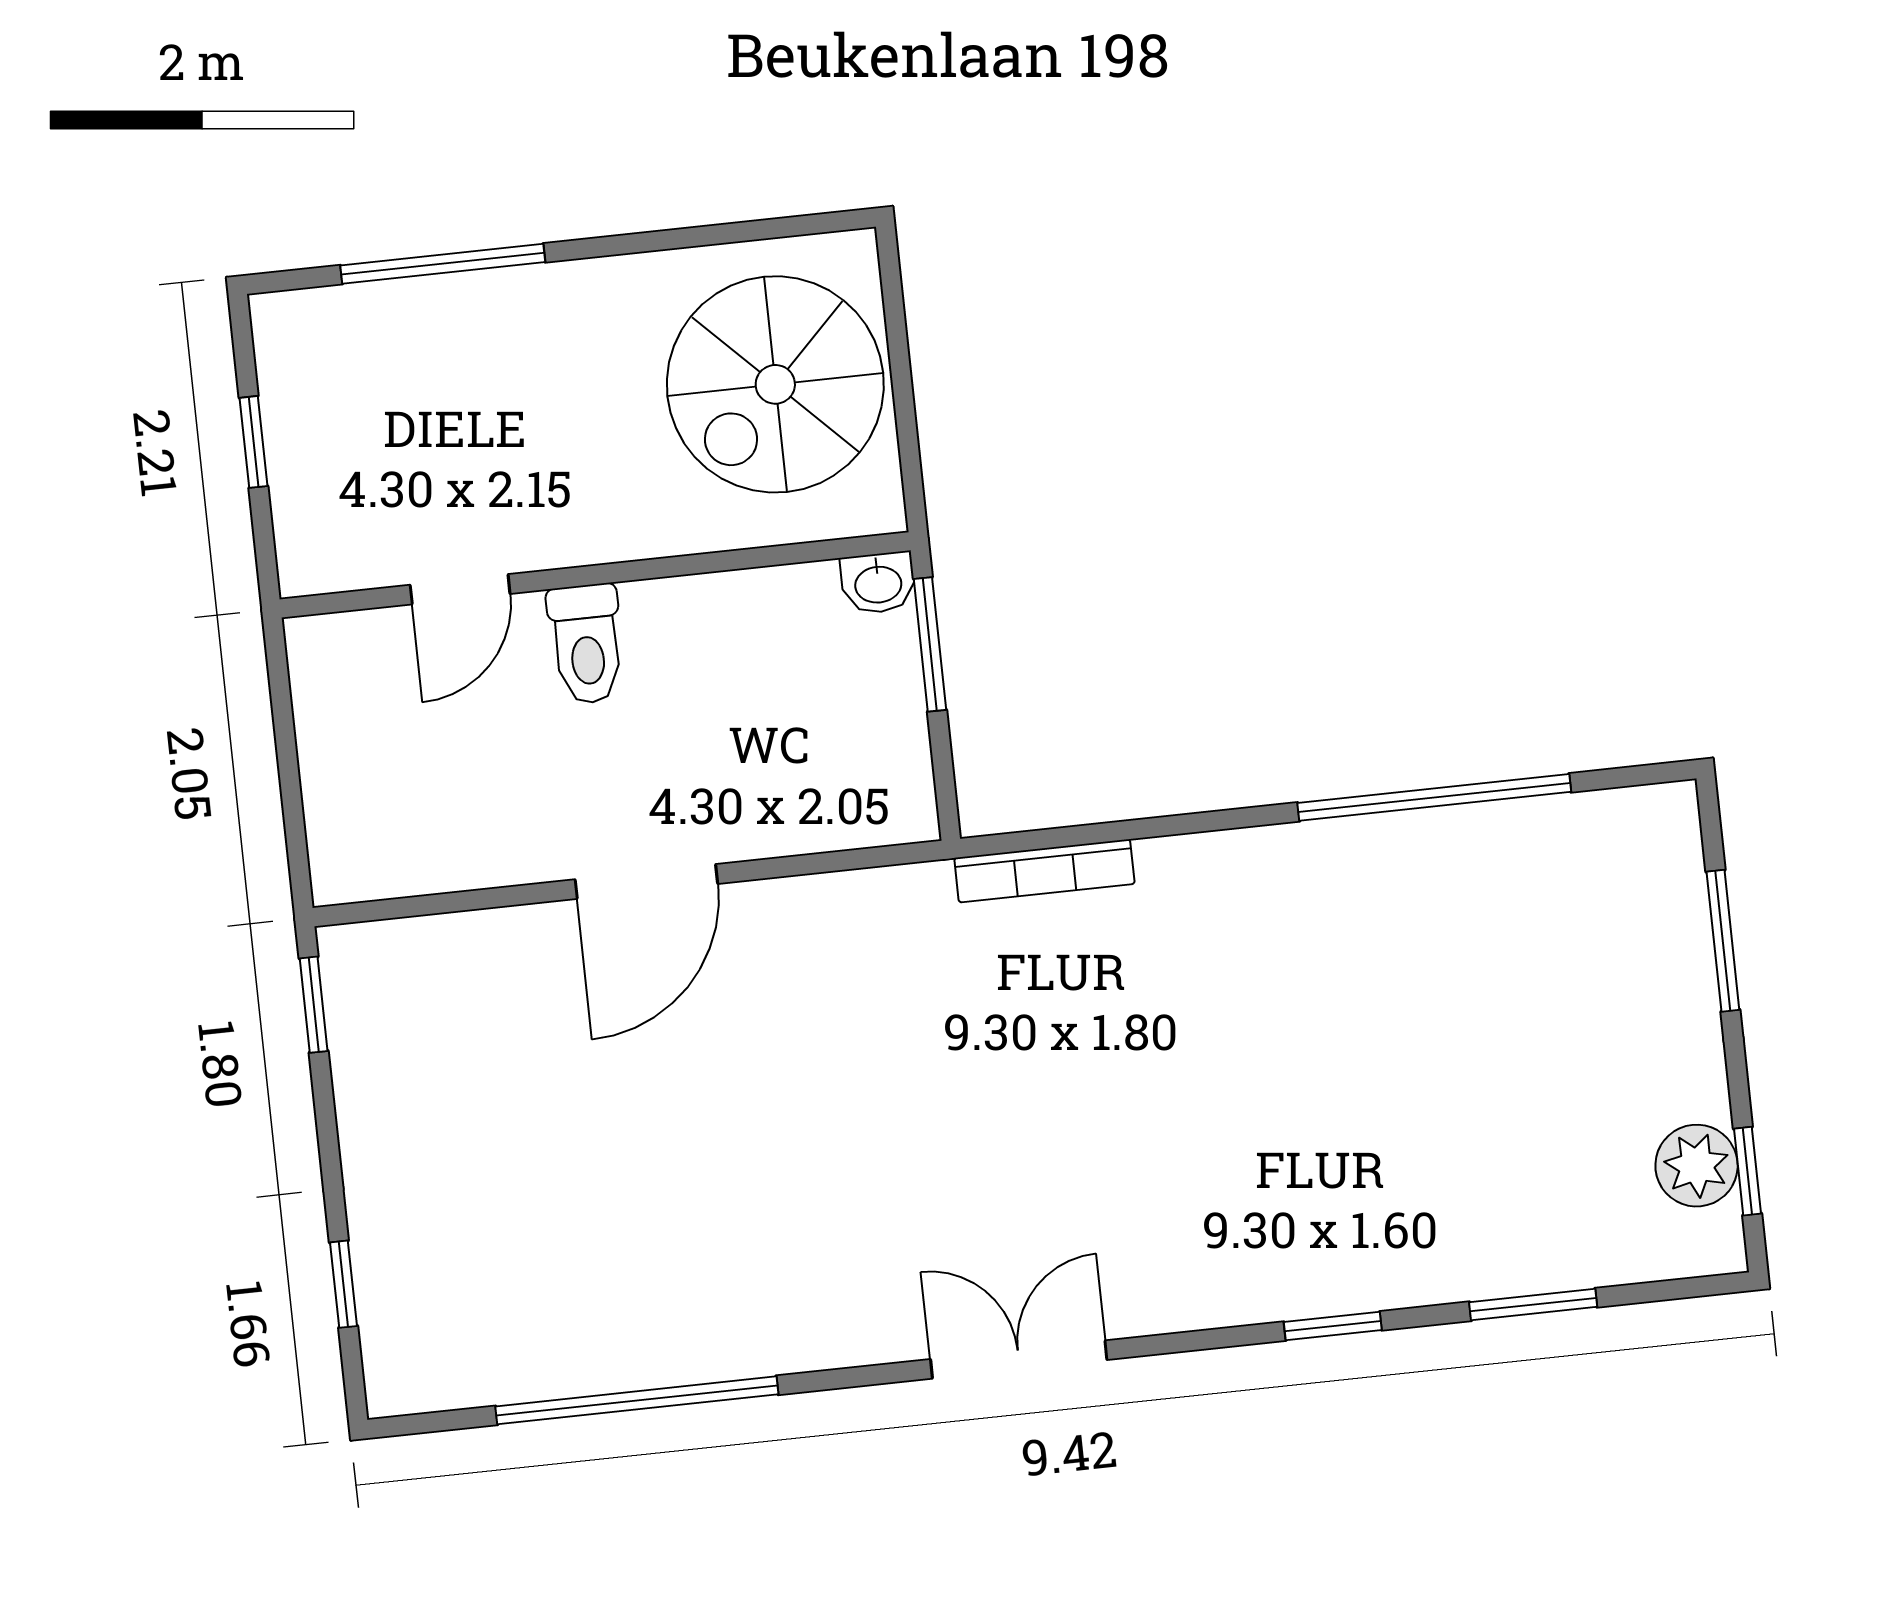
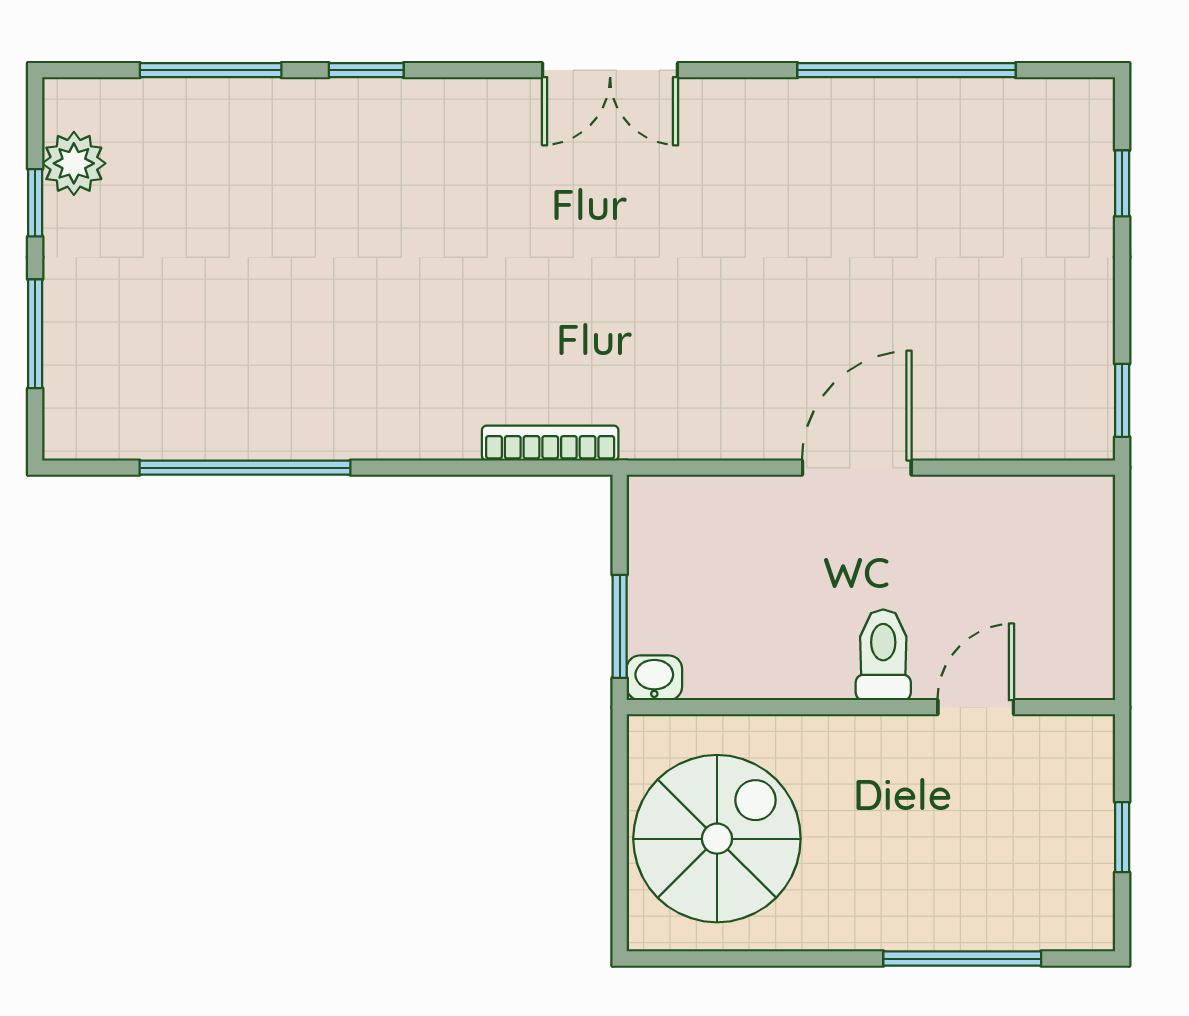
window: (1748, 1171) -> (35, 203), moved
window: (1533, 1305) -> (211, 70), width x1.44

